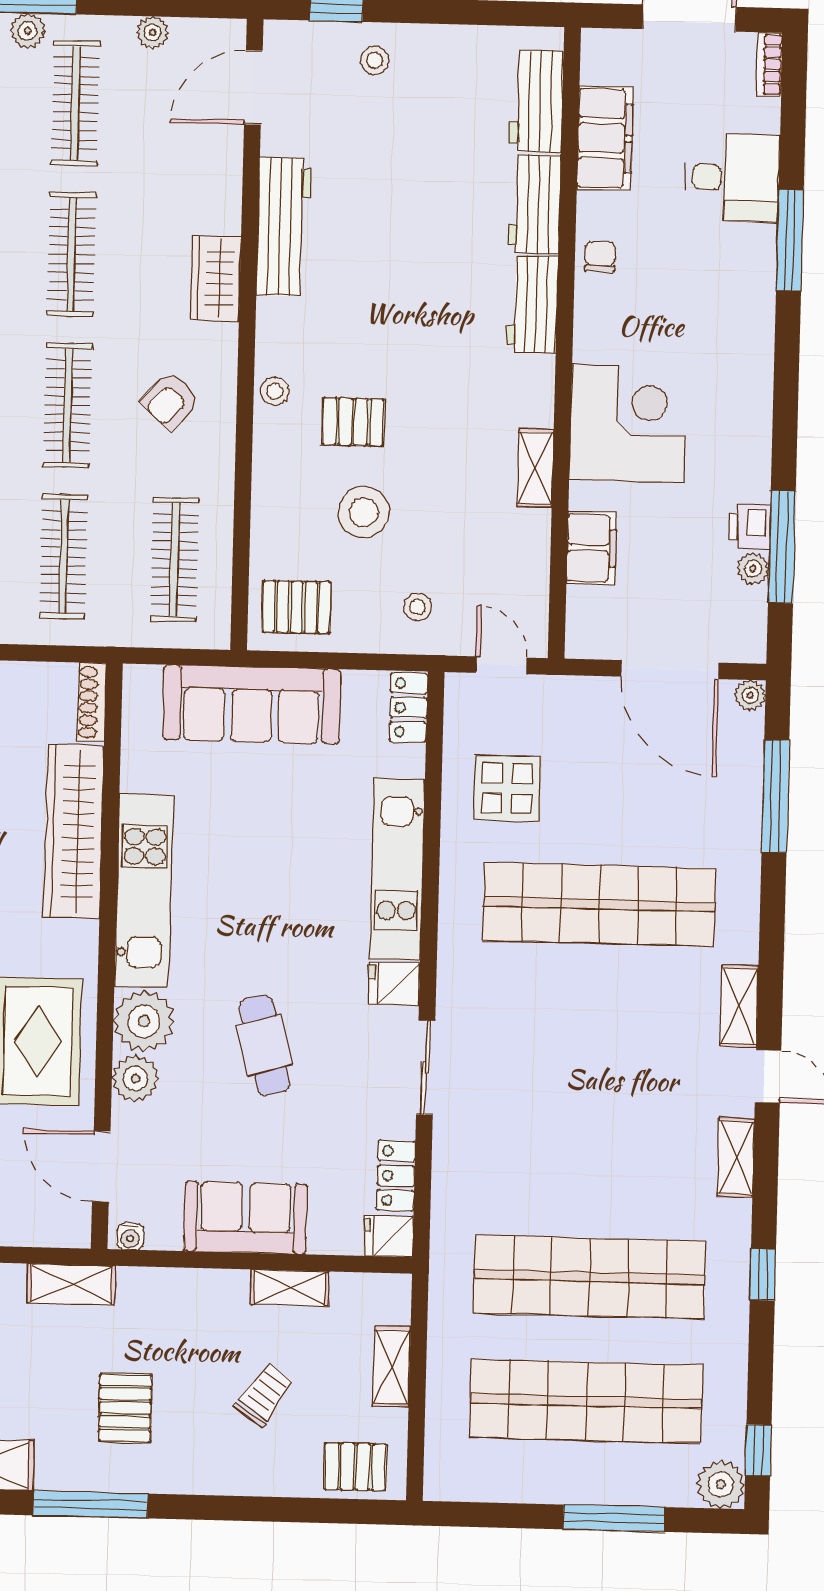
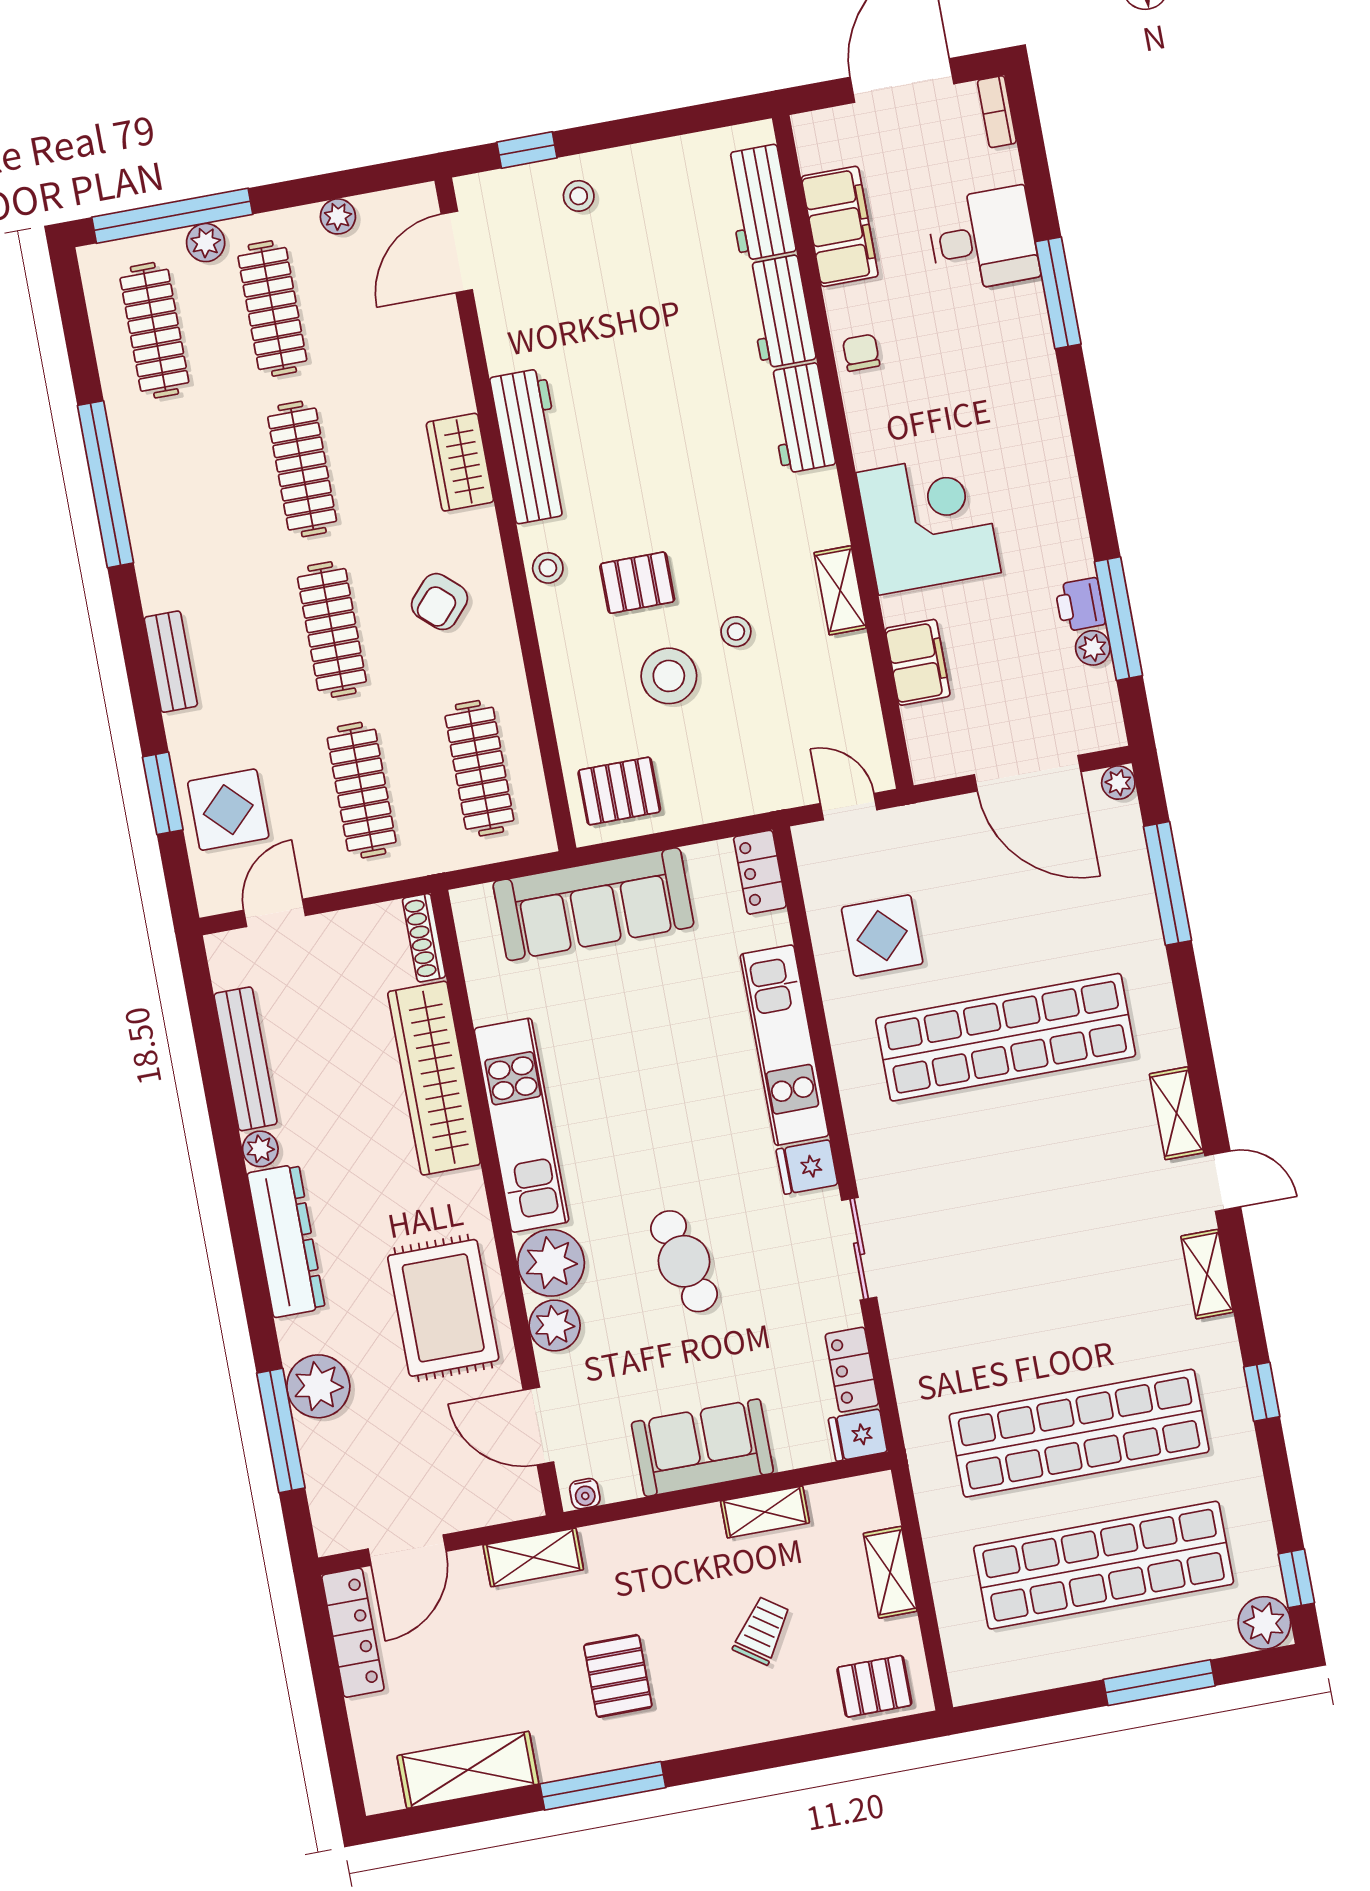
workbench: (284, 227) -> (530, 446), moved
stool: (417, 607) -> (736, 632), moved

